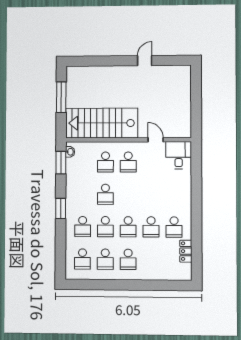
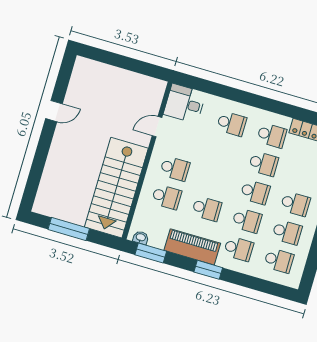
door: (145, 61) -> (54, 111), swing flipped
piano: (74, 192) -> (192, 247), added
school desk: (174, 194) -> (232, 124), added

